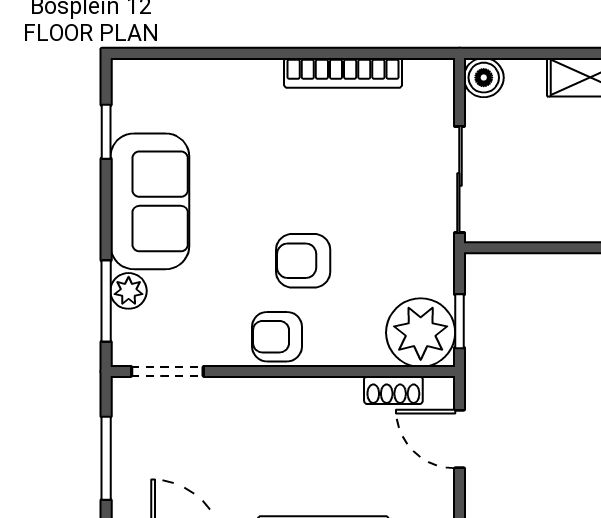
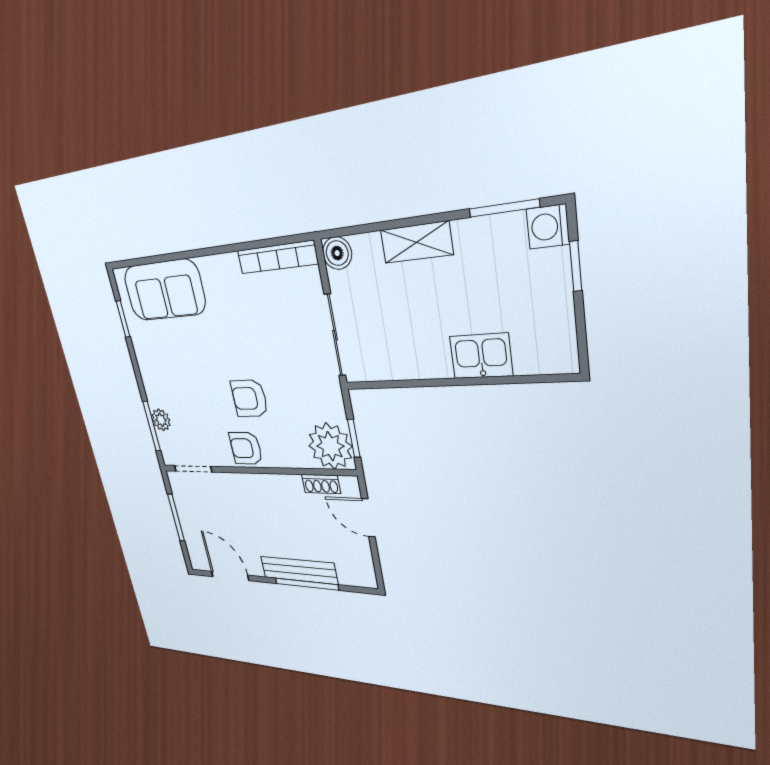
bookcase: (343, 73) -> (277, 257), moved
sofa: (150, 201) -> (164, 290), moved, turned 90

